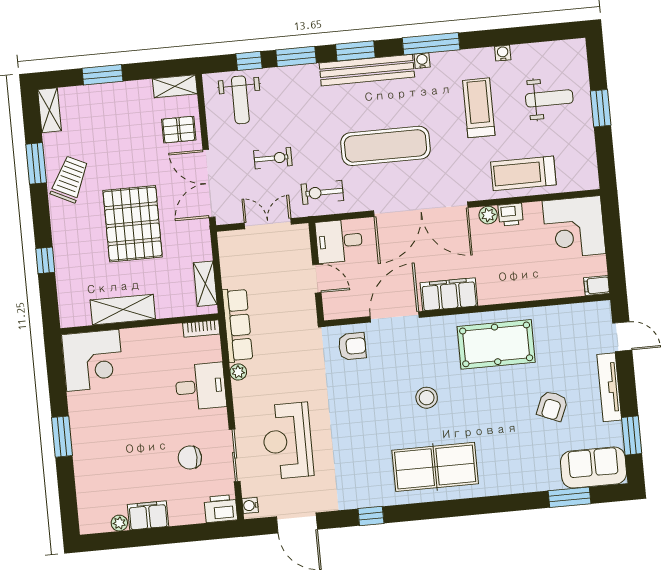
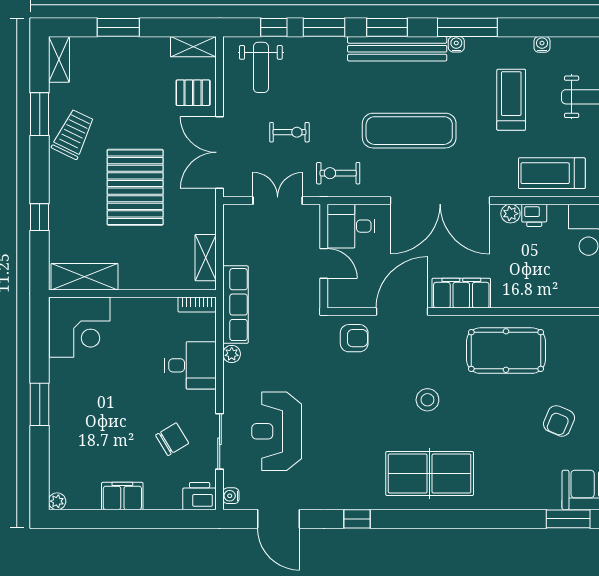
shelving: (123, 310) -> (85, 277), moved
chair: (190, 457) -> (172, 439), turned 149
plant: (119, 523) -> (57, 501), moved

